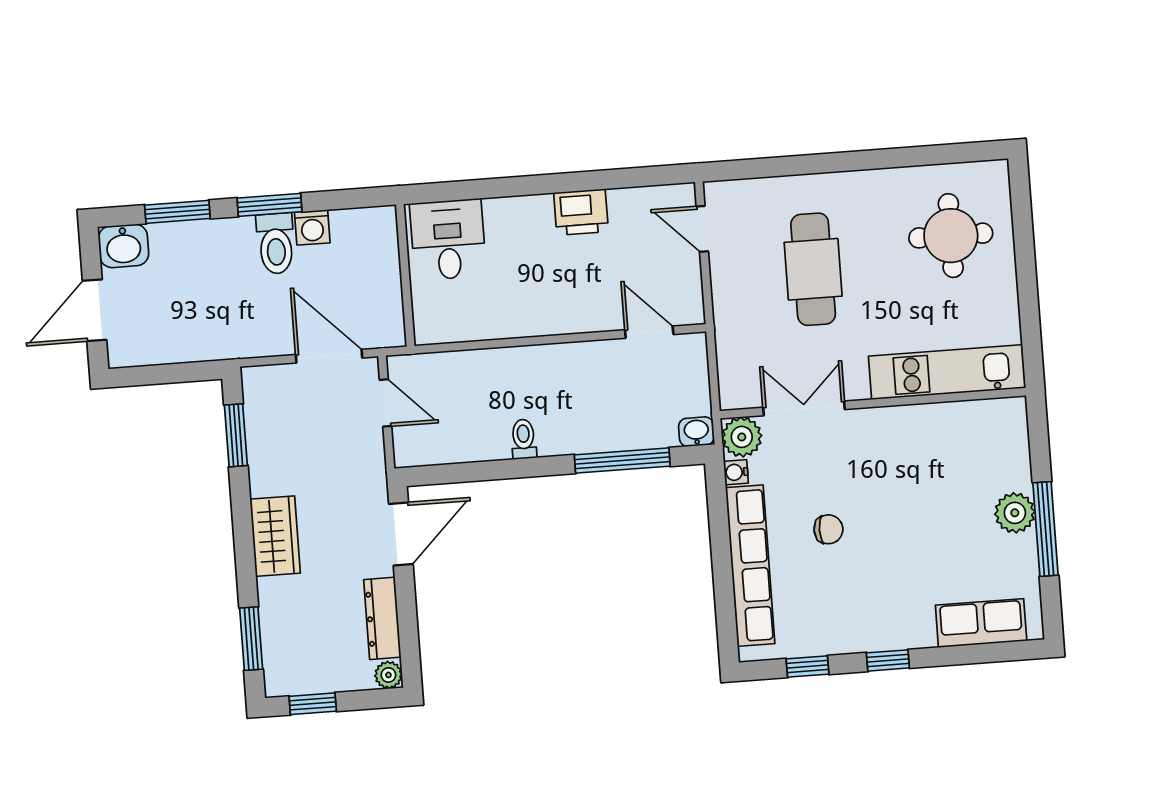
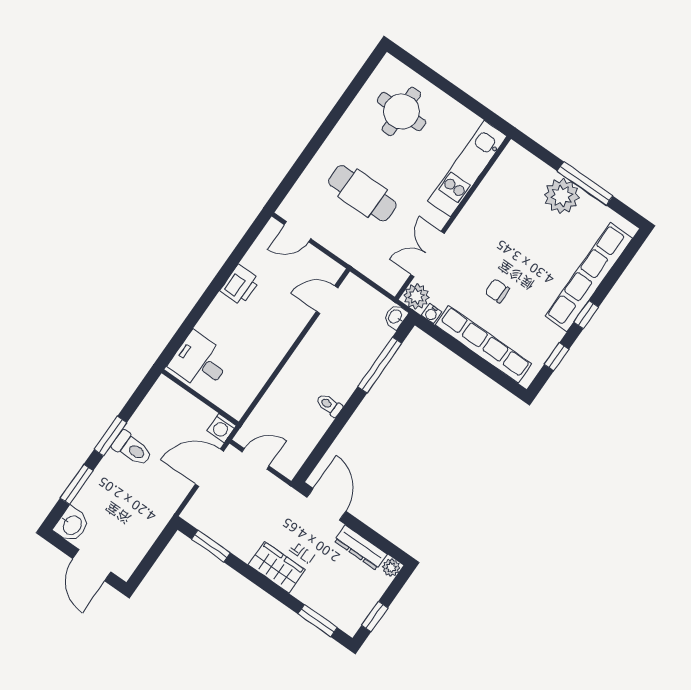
washing machine: (312, 227) -> (221, 428), moved, turned 90
plant: (1015, 513) -> (562, 196), width x1.36, depth x1.36
chair: (828, 529) -> (497, 291), turned -90
row of seats: (981, 623) -> (589, 277), width x2.02

